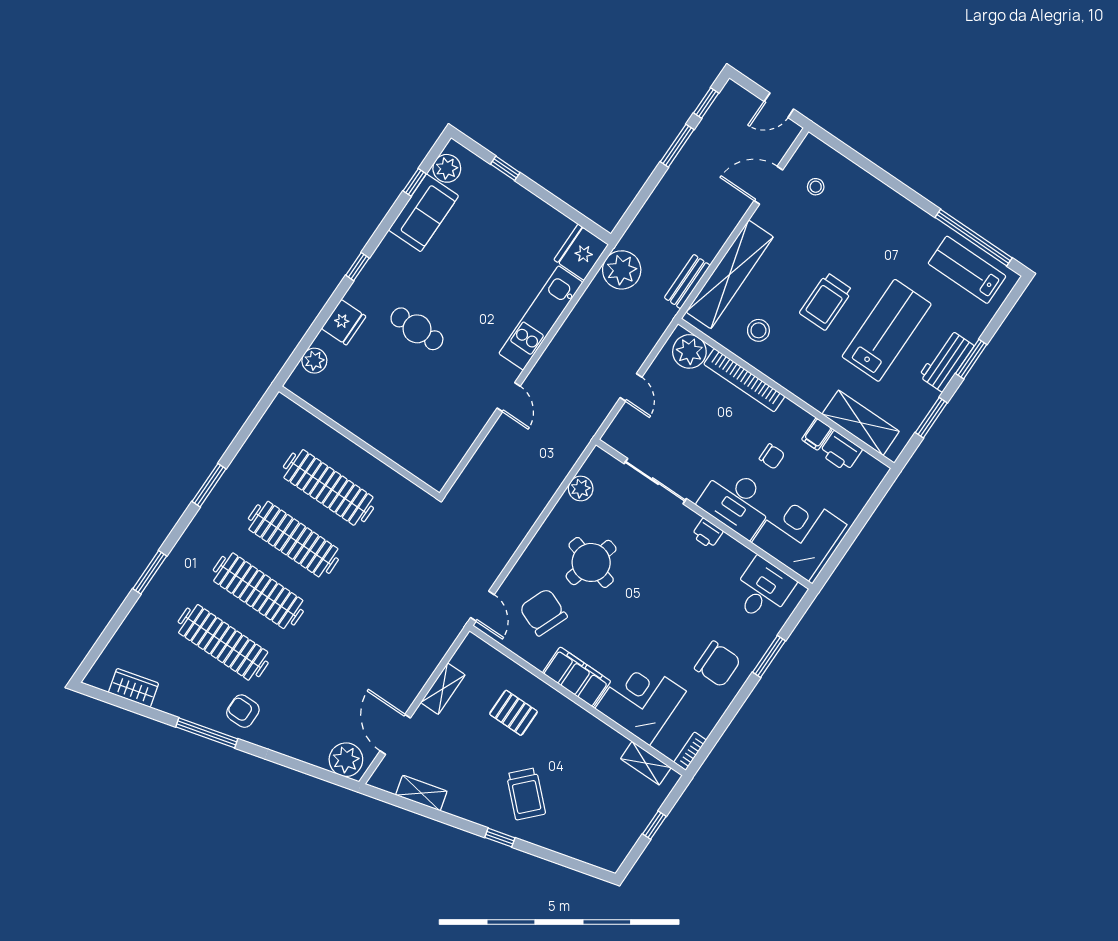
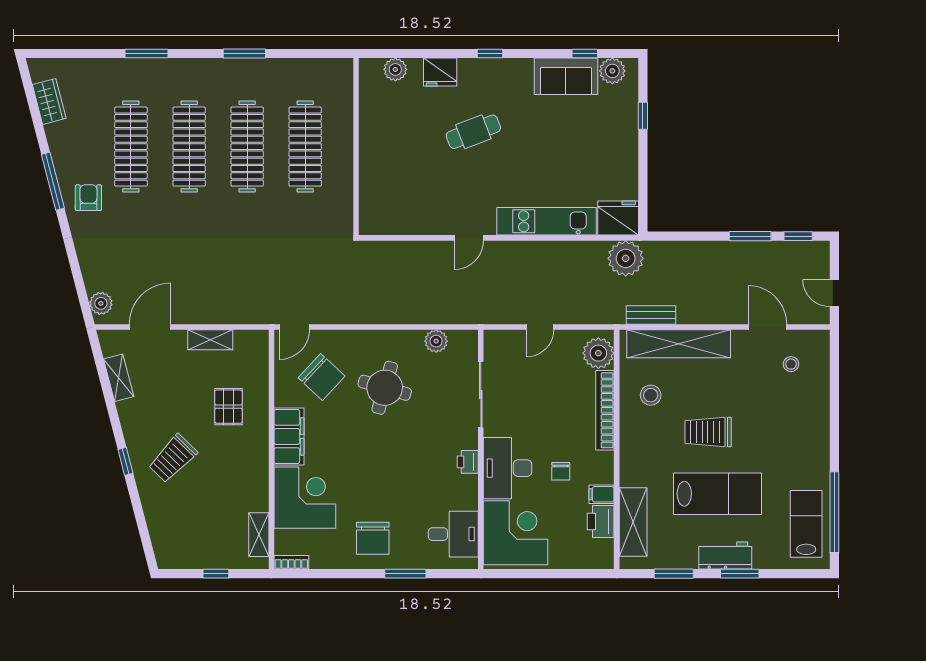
cafe table: (417, 329) -> (473, 132), turned 69
chair: (543, 612) -> (322, 377), turned 111
plant: (346, 760) -> (101, 303), width x0.73, depth x0.73

